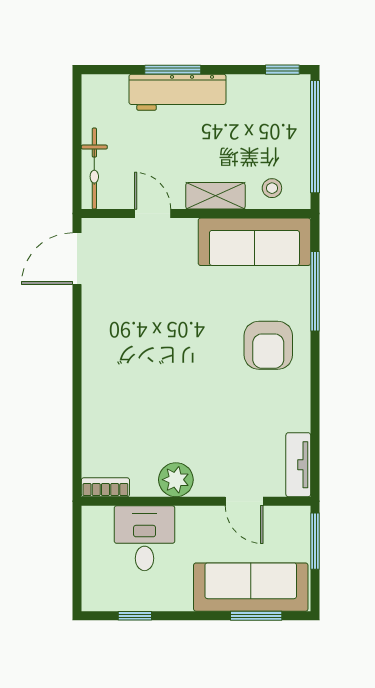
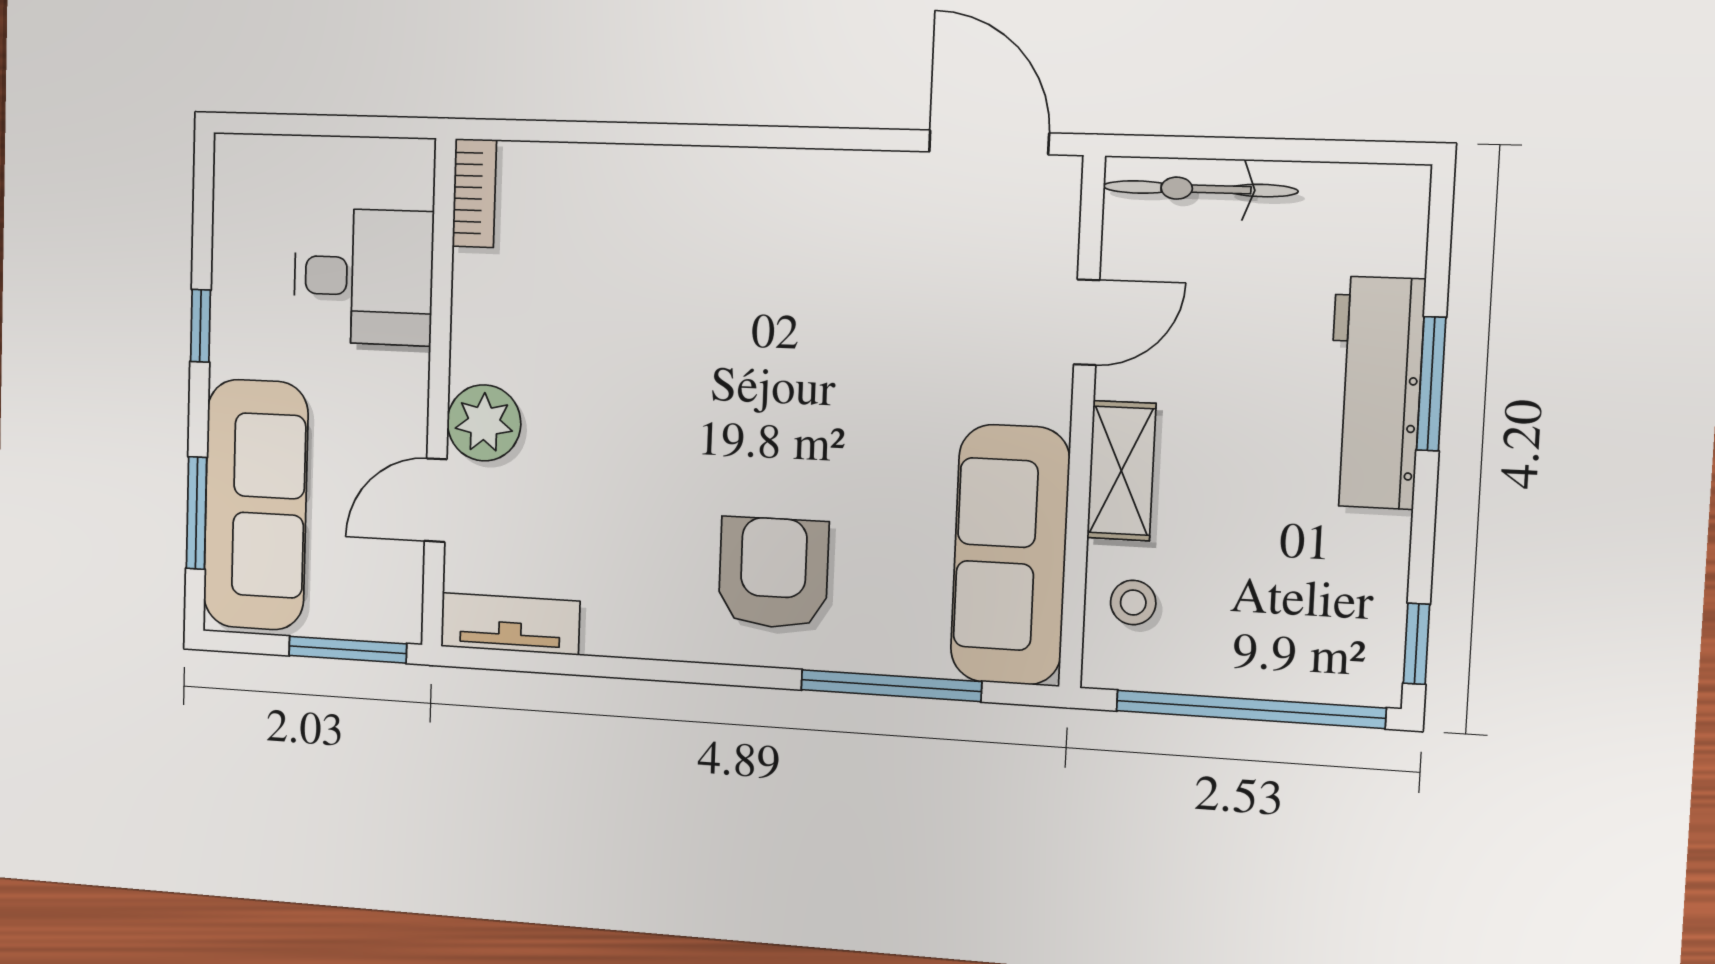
armchair: (268, 345) -> (773, 573), turned 90
plant: (176, 480) -> (484, 423), moved
window: (135, 616) -> (200, 326), moved

